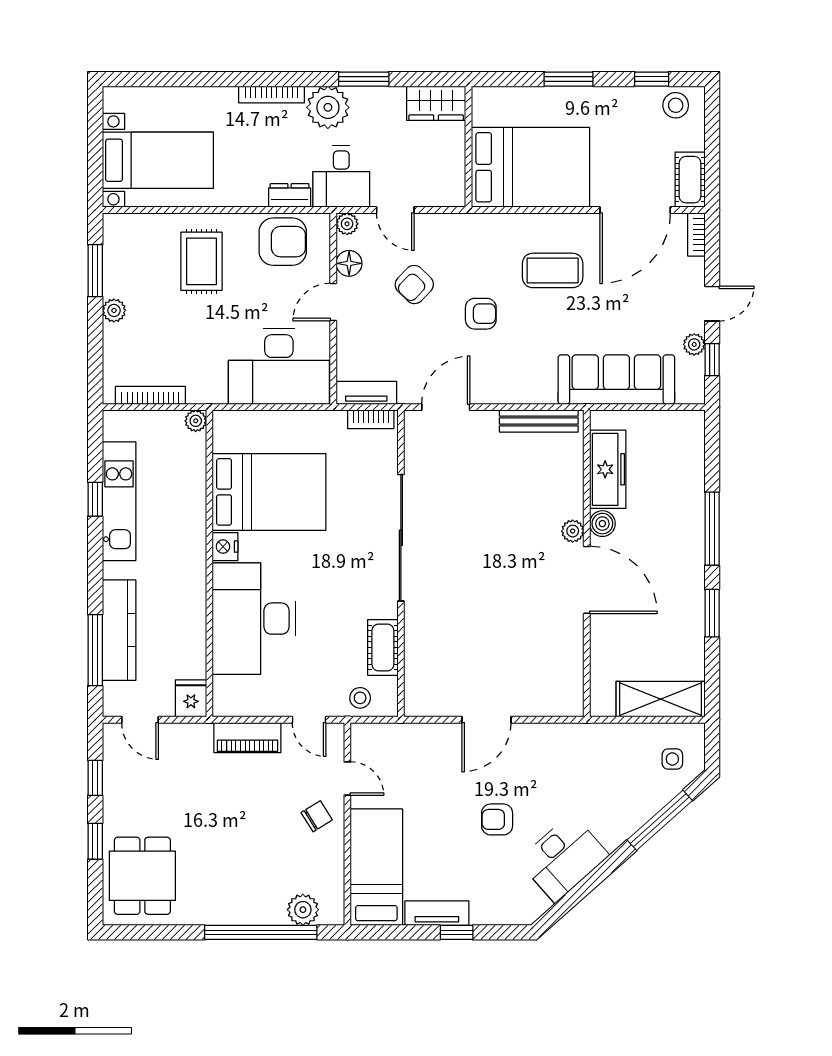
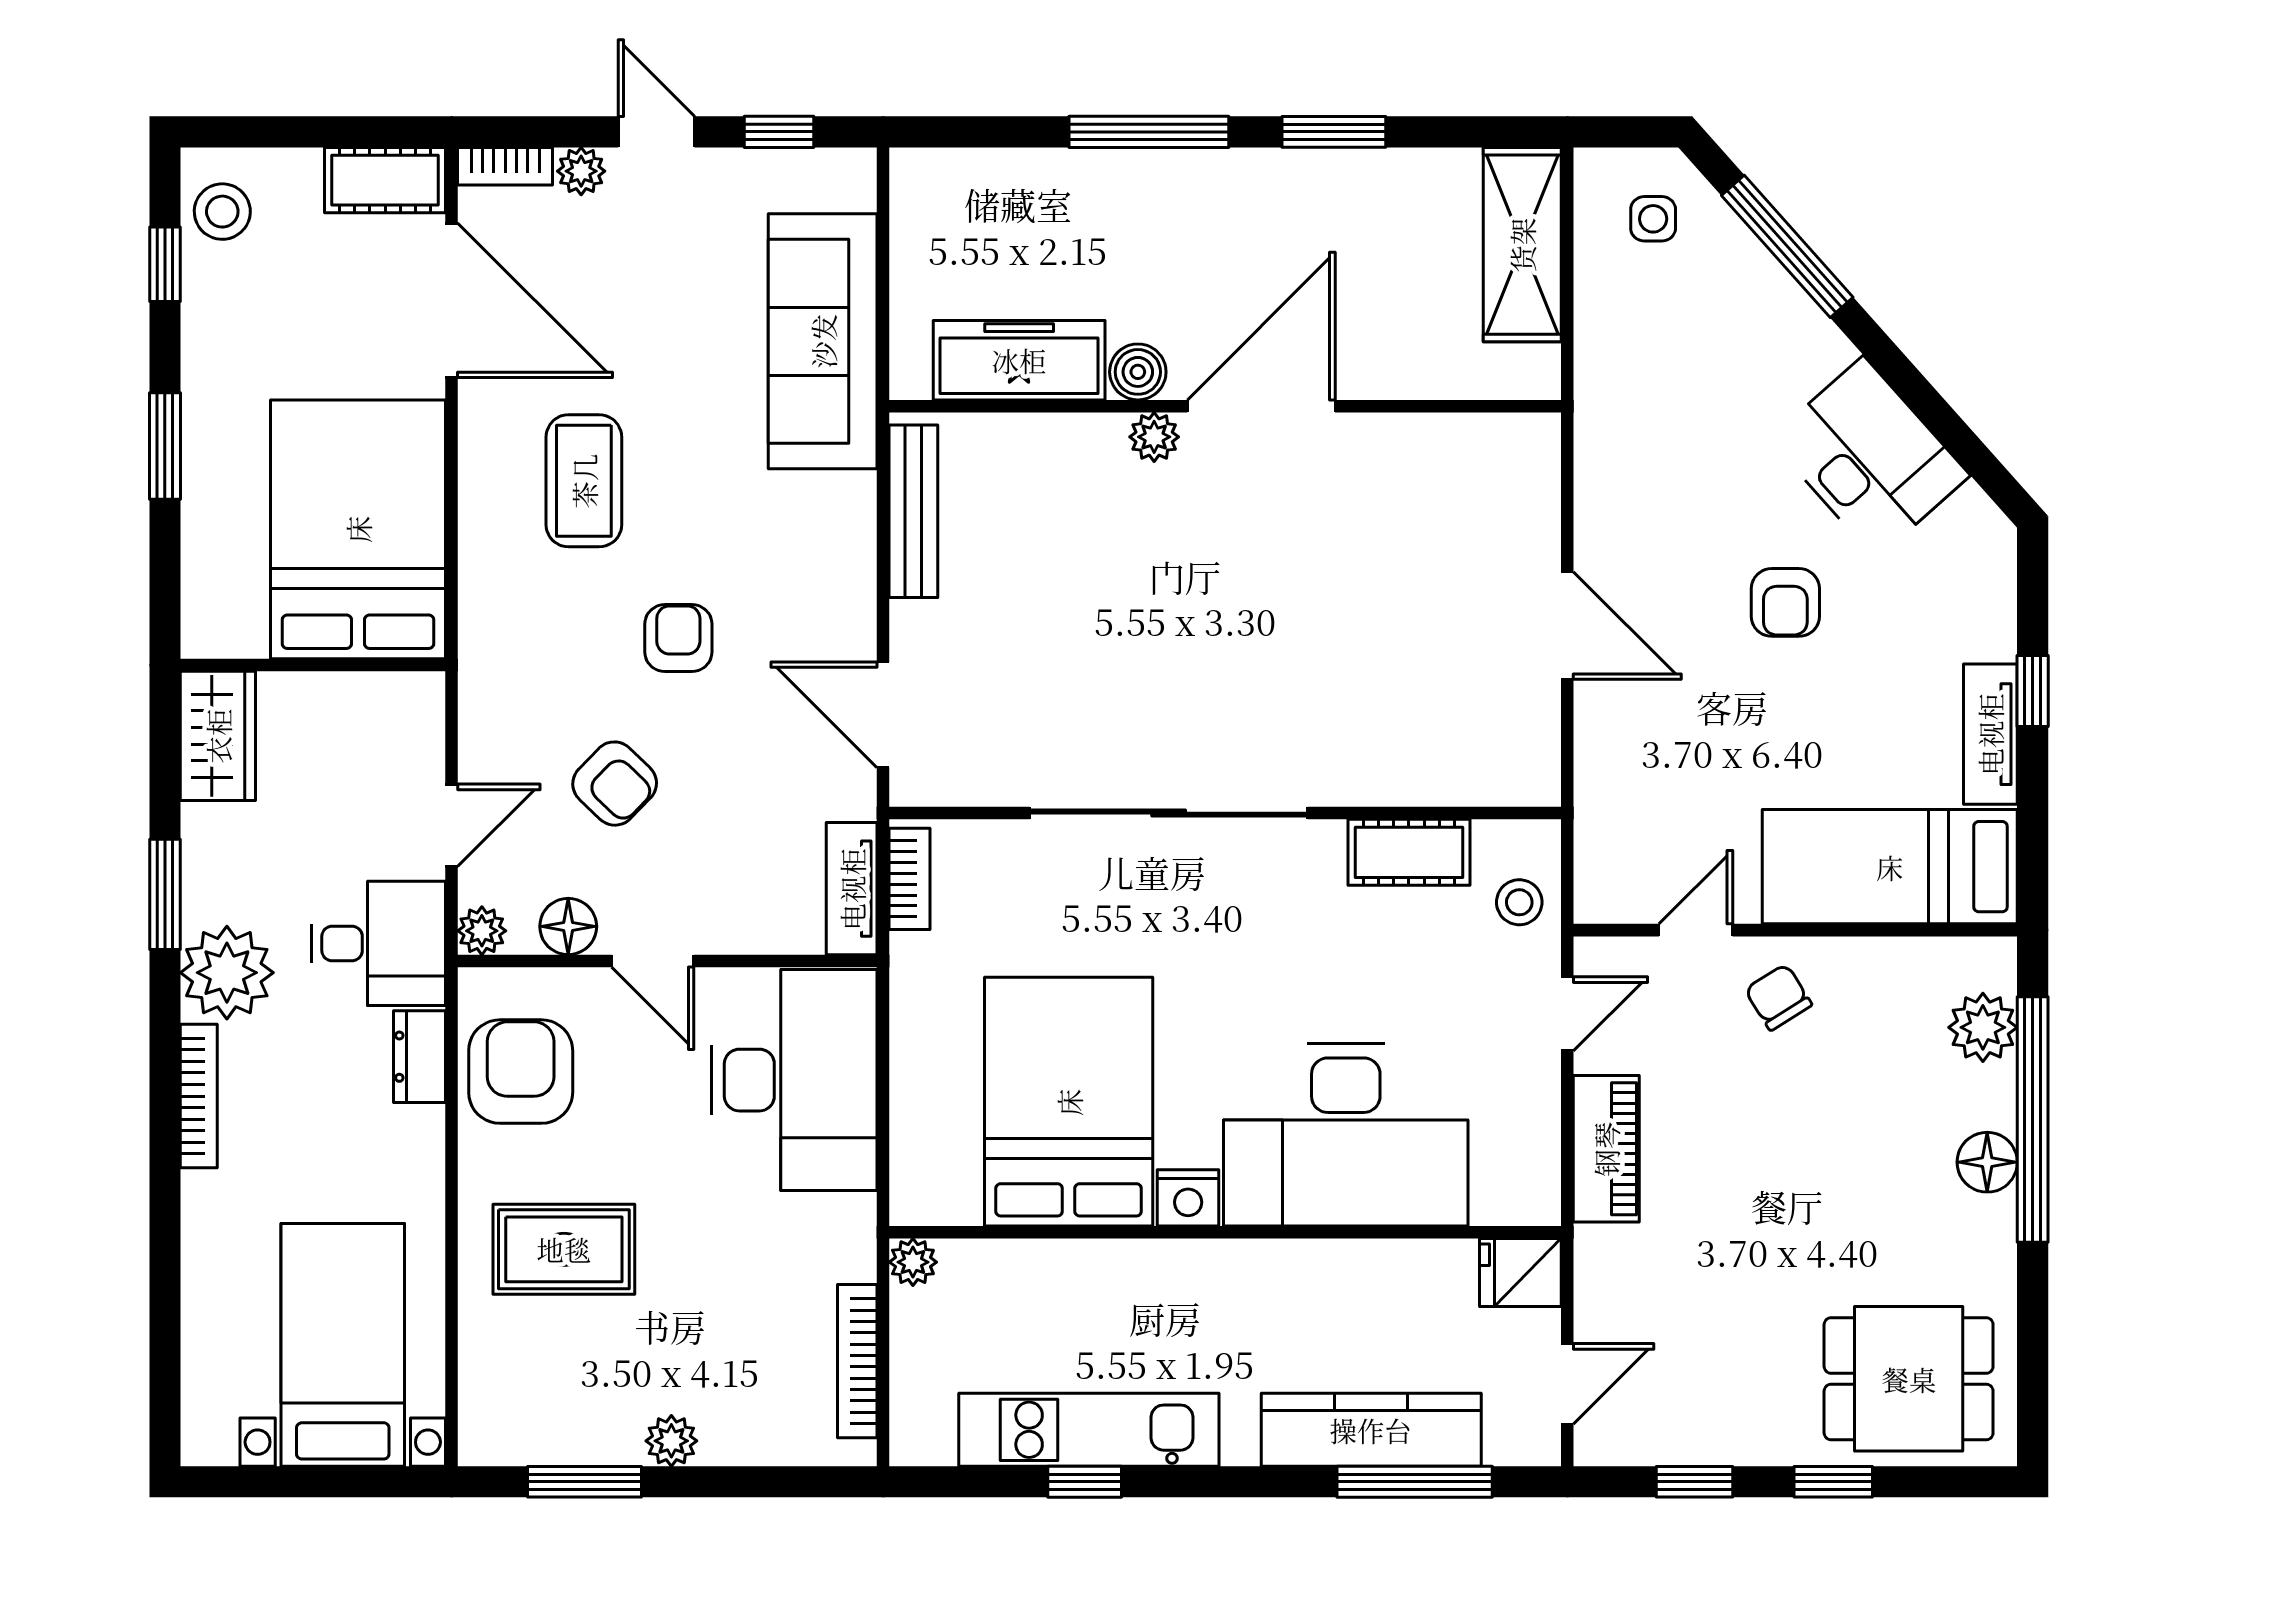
plant: (694, 344) -> (581, 171), moved
floor lamp: (241, 912) -> (1987, 1162), added

